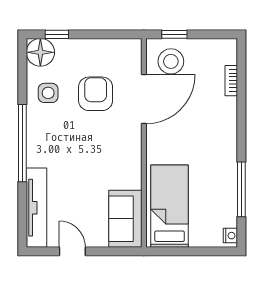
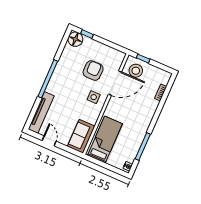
side table: (48, 93) -> (94, 97), moved

